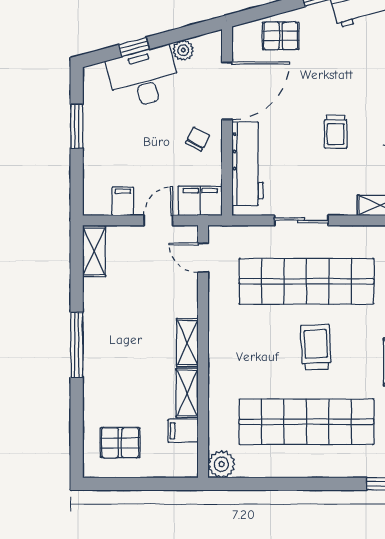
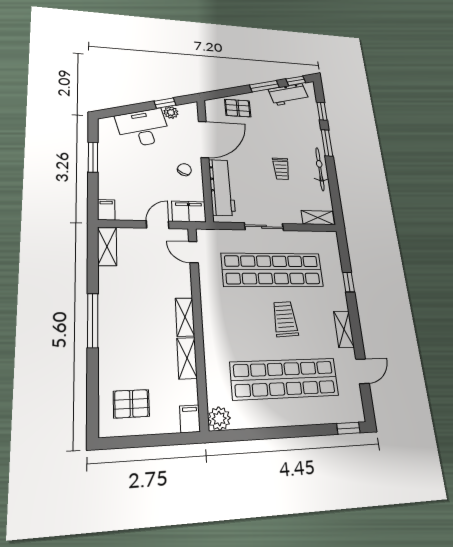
window: (134, 47) -> (165, 103), moved
filing cabinet: (123, 201) -> (106, 210), moved
filing cabinet: (183, 431) -> (190, 419), moved, turned 90

